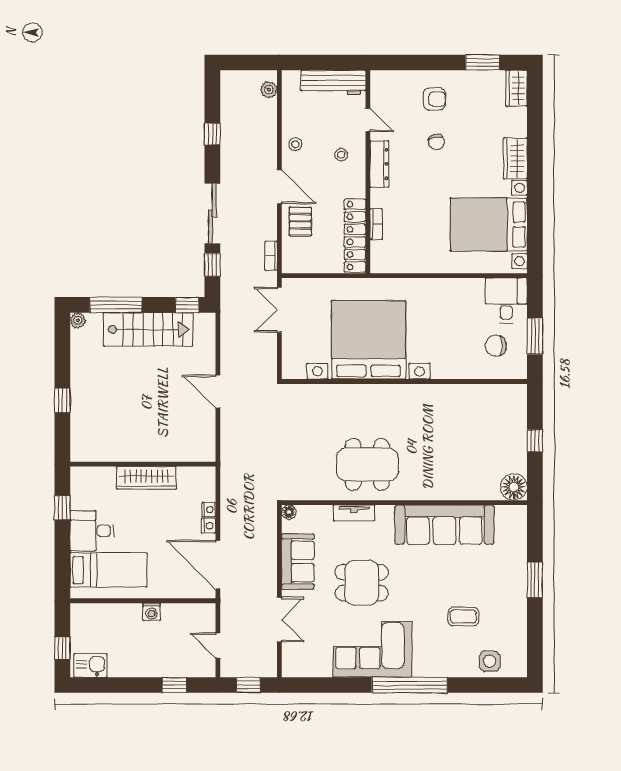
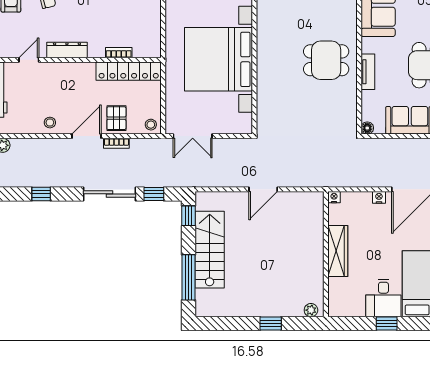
stool: (341, 155) -> (151, 125), moved
pallet: (300, 221) -> (116, 118), turned 90
bookcase: (271, 256) -> (116, 143), moved
plant: (78, 320) -> (311, 310), moved
dining table: (367, 464) -> (326, 60), width x0.73
window: (62, 508) -> (387, 323), moved
nightstand: (209, 510) -> (334, 197), moved

